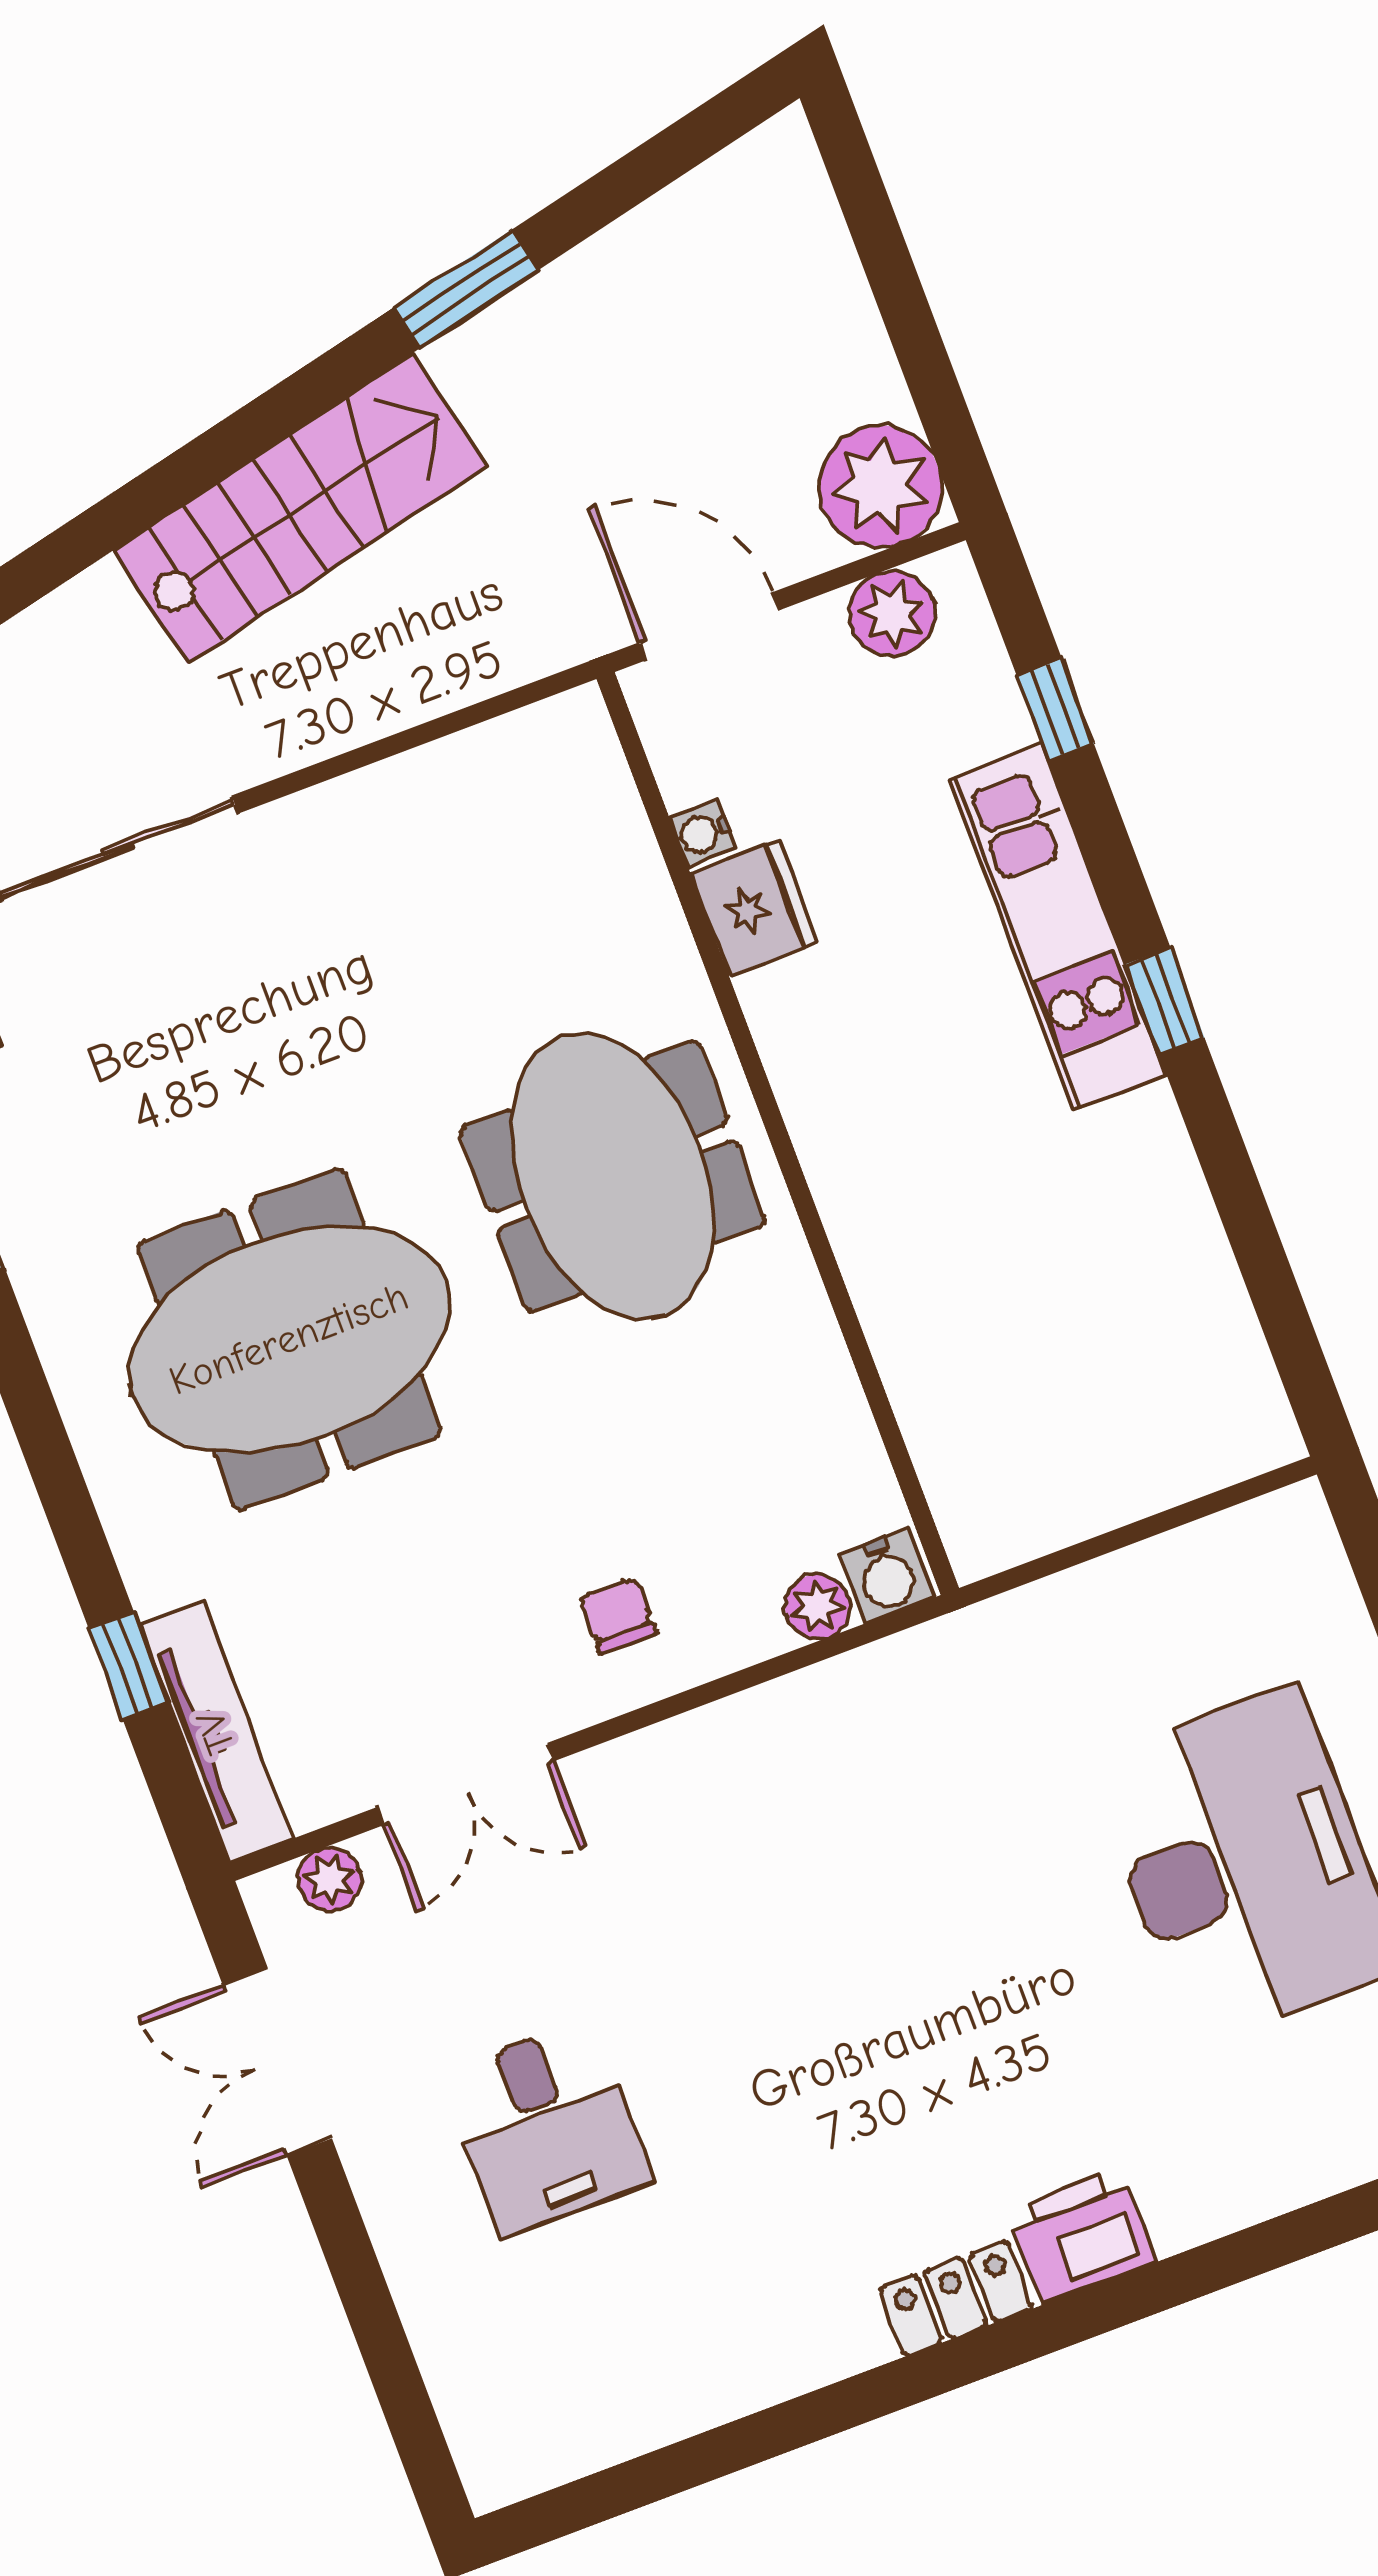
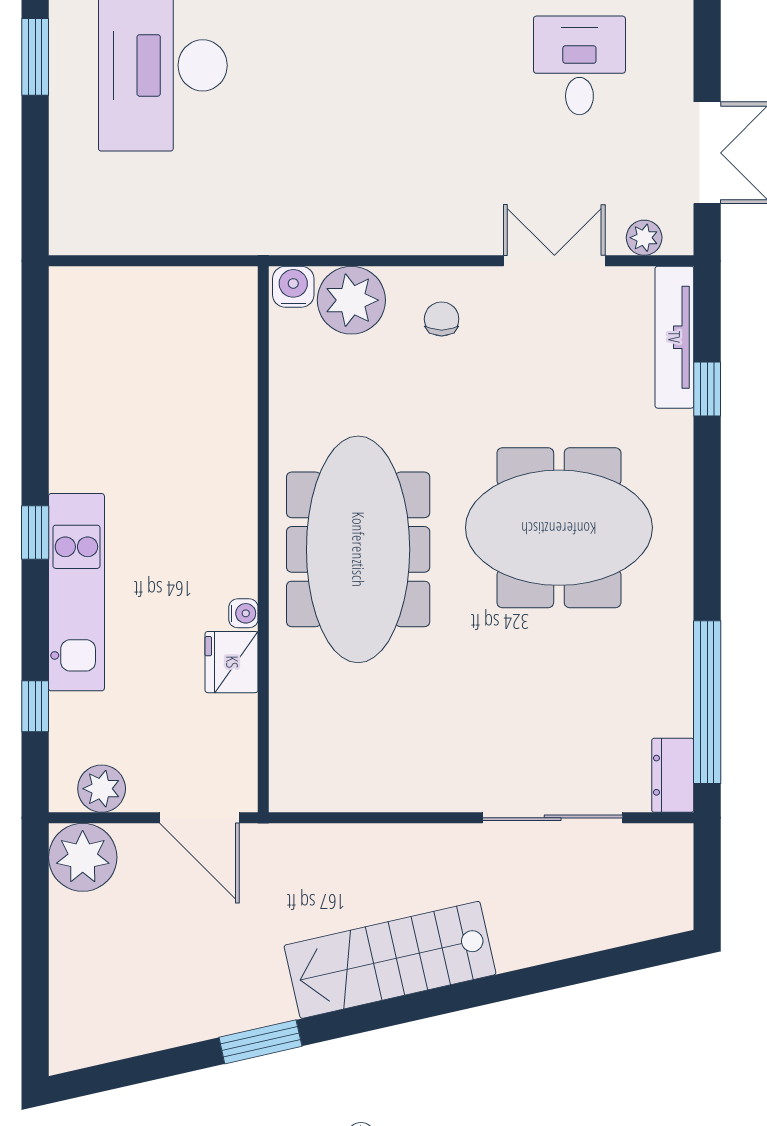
water cooler: (703, 833) -> (243, 613), moved
meeting table: (613, 1176) -> (358, 549), width x1.36
plant: (817, 1607) -> (351, 300), width x1.87, depth x1.87
chair: (618, 1615) -> (442, 319), turned 180

